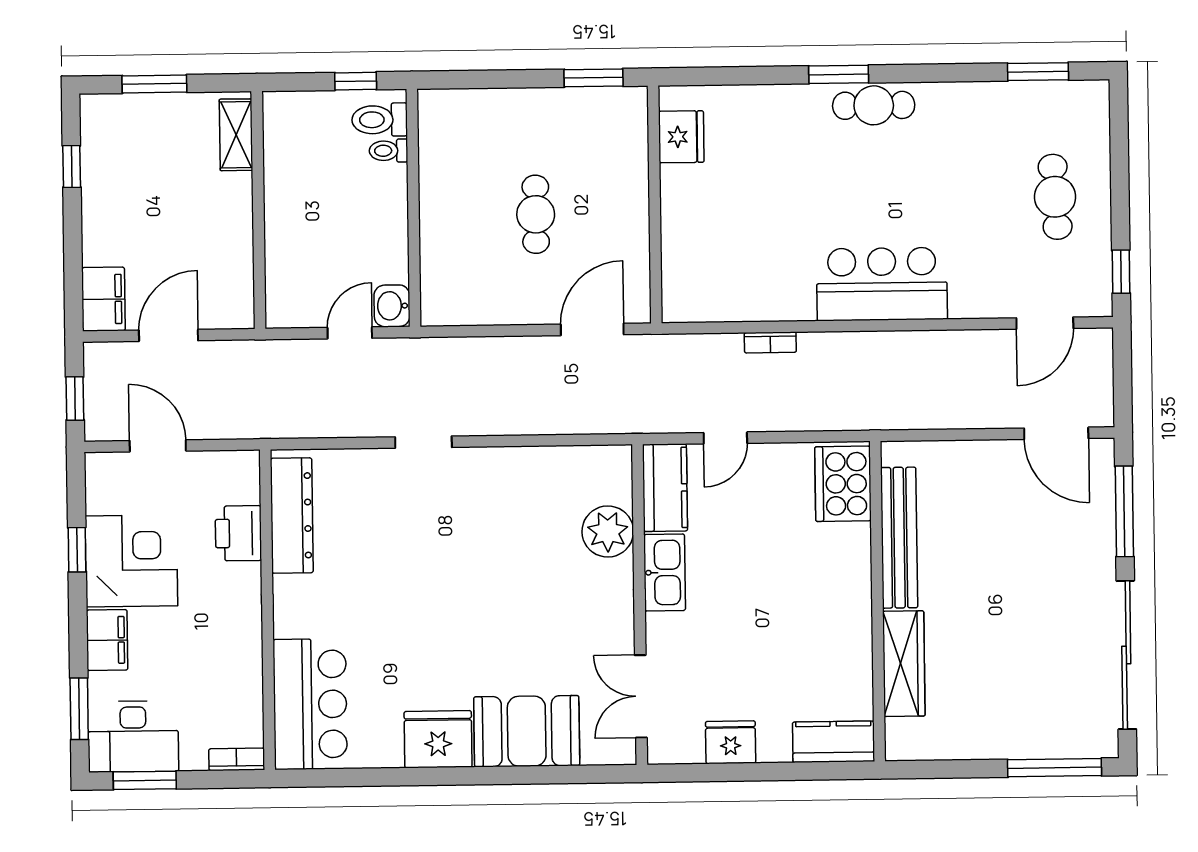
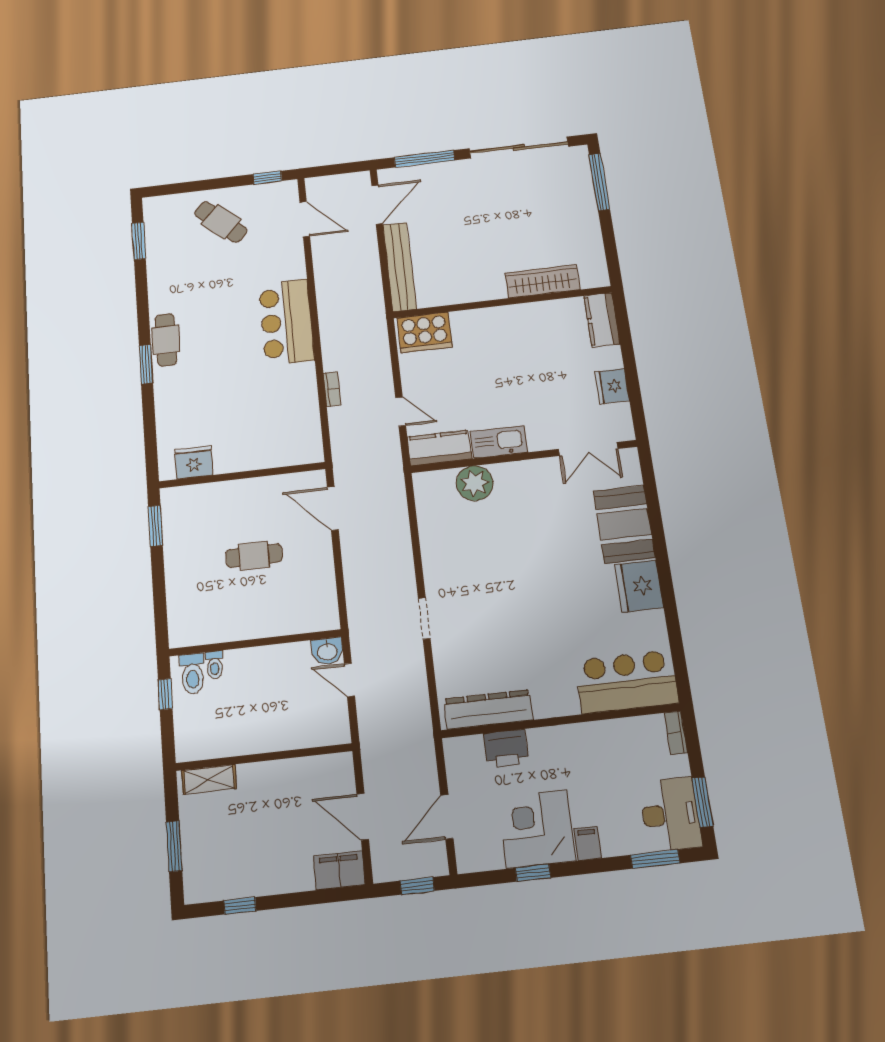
cafe table: (1055, 197) -> (221, 222), turned 47
bench: (899, 538) -> (400, 267), moved, turned 90
filing cabinet: (107, 640) -> (588, 843), width x0.50

